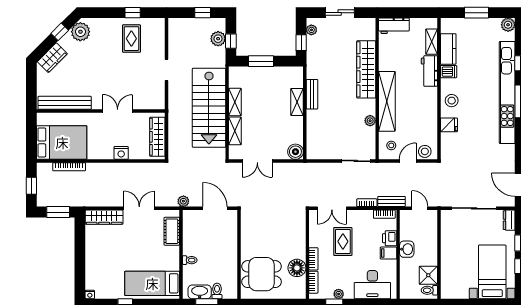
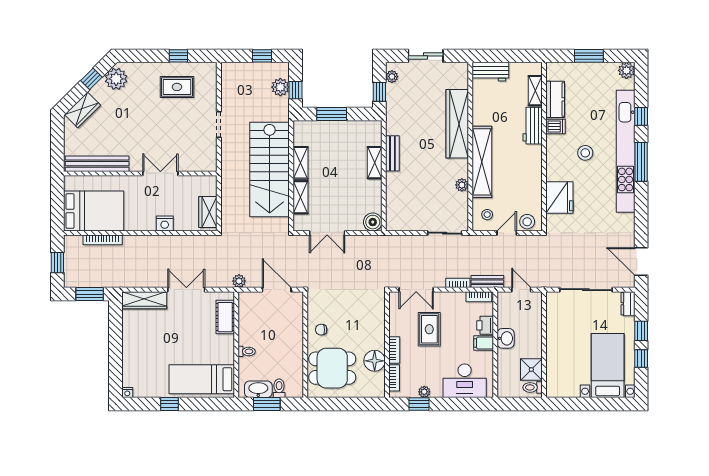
rug: (131, 39) -> (177, 87), turned 90
stool: (452, 101) -> (585, 153), moved
fridge: (449, 125) -> (559, 197), width x1.88, depth x1.34
wardrobe: (157, 137) -> (208, 212), width x0.67
chair: (252, 242) -> (321, 330), added

